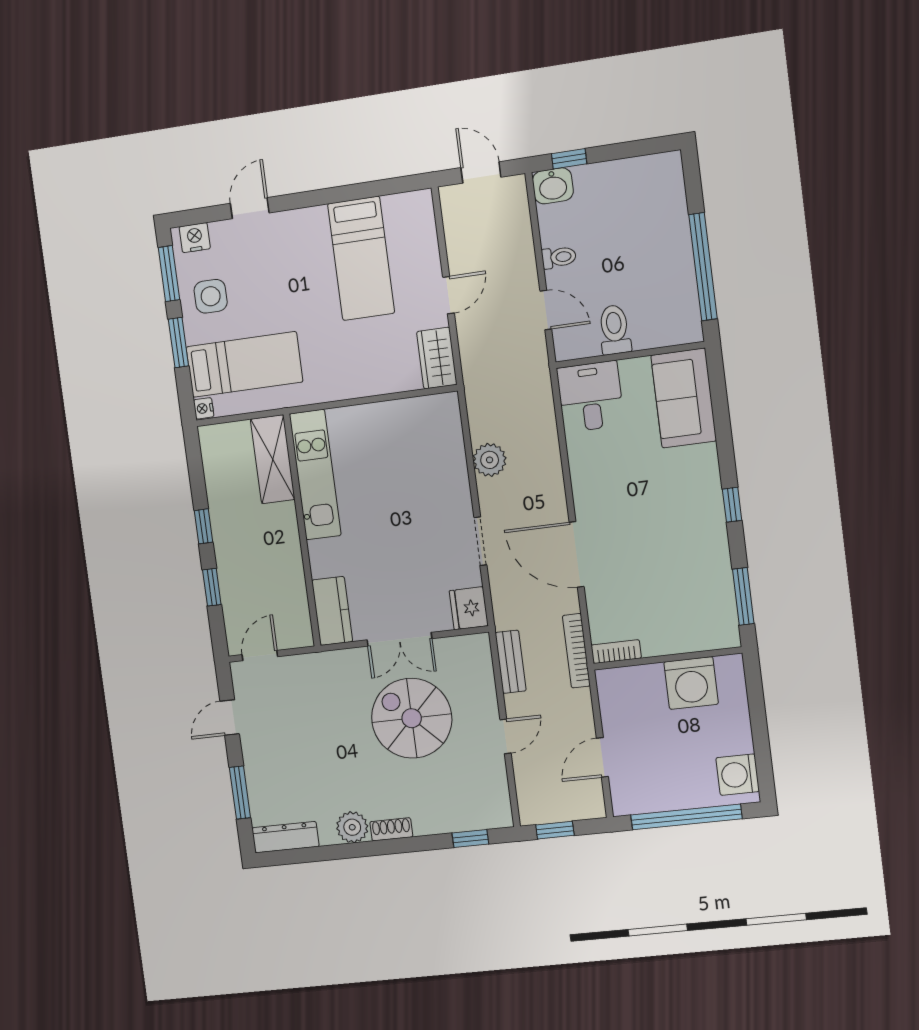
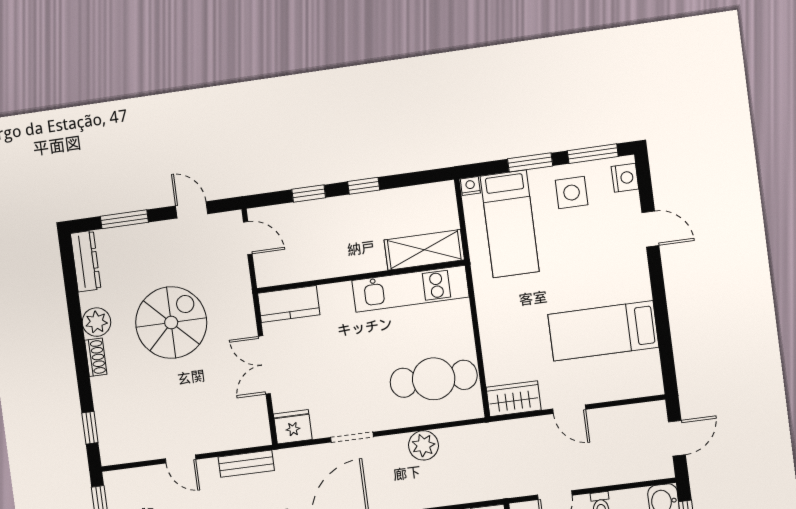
cafe table: (415, 448) -> (434, 379), added
spiral stairs: (412, 718) -> (171, 323), moved

